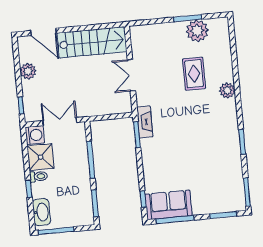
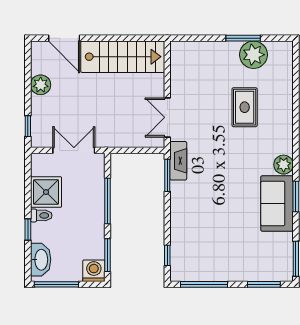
double door: (131, 75) -> (167, 117), moved
plant: (227, 90) -> (284, 165), moved
washing machine: (35, 135) -> (94, 271), moved, turned -90
sofa: (168, 205) -> (277, 203), moved, turned -90

